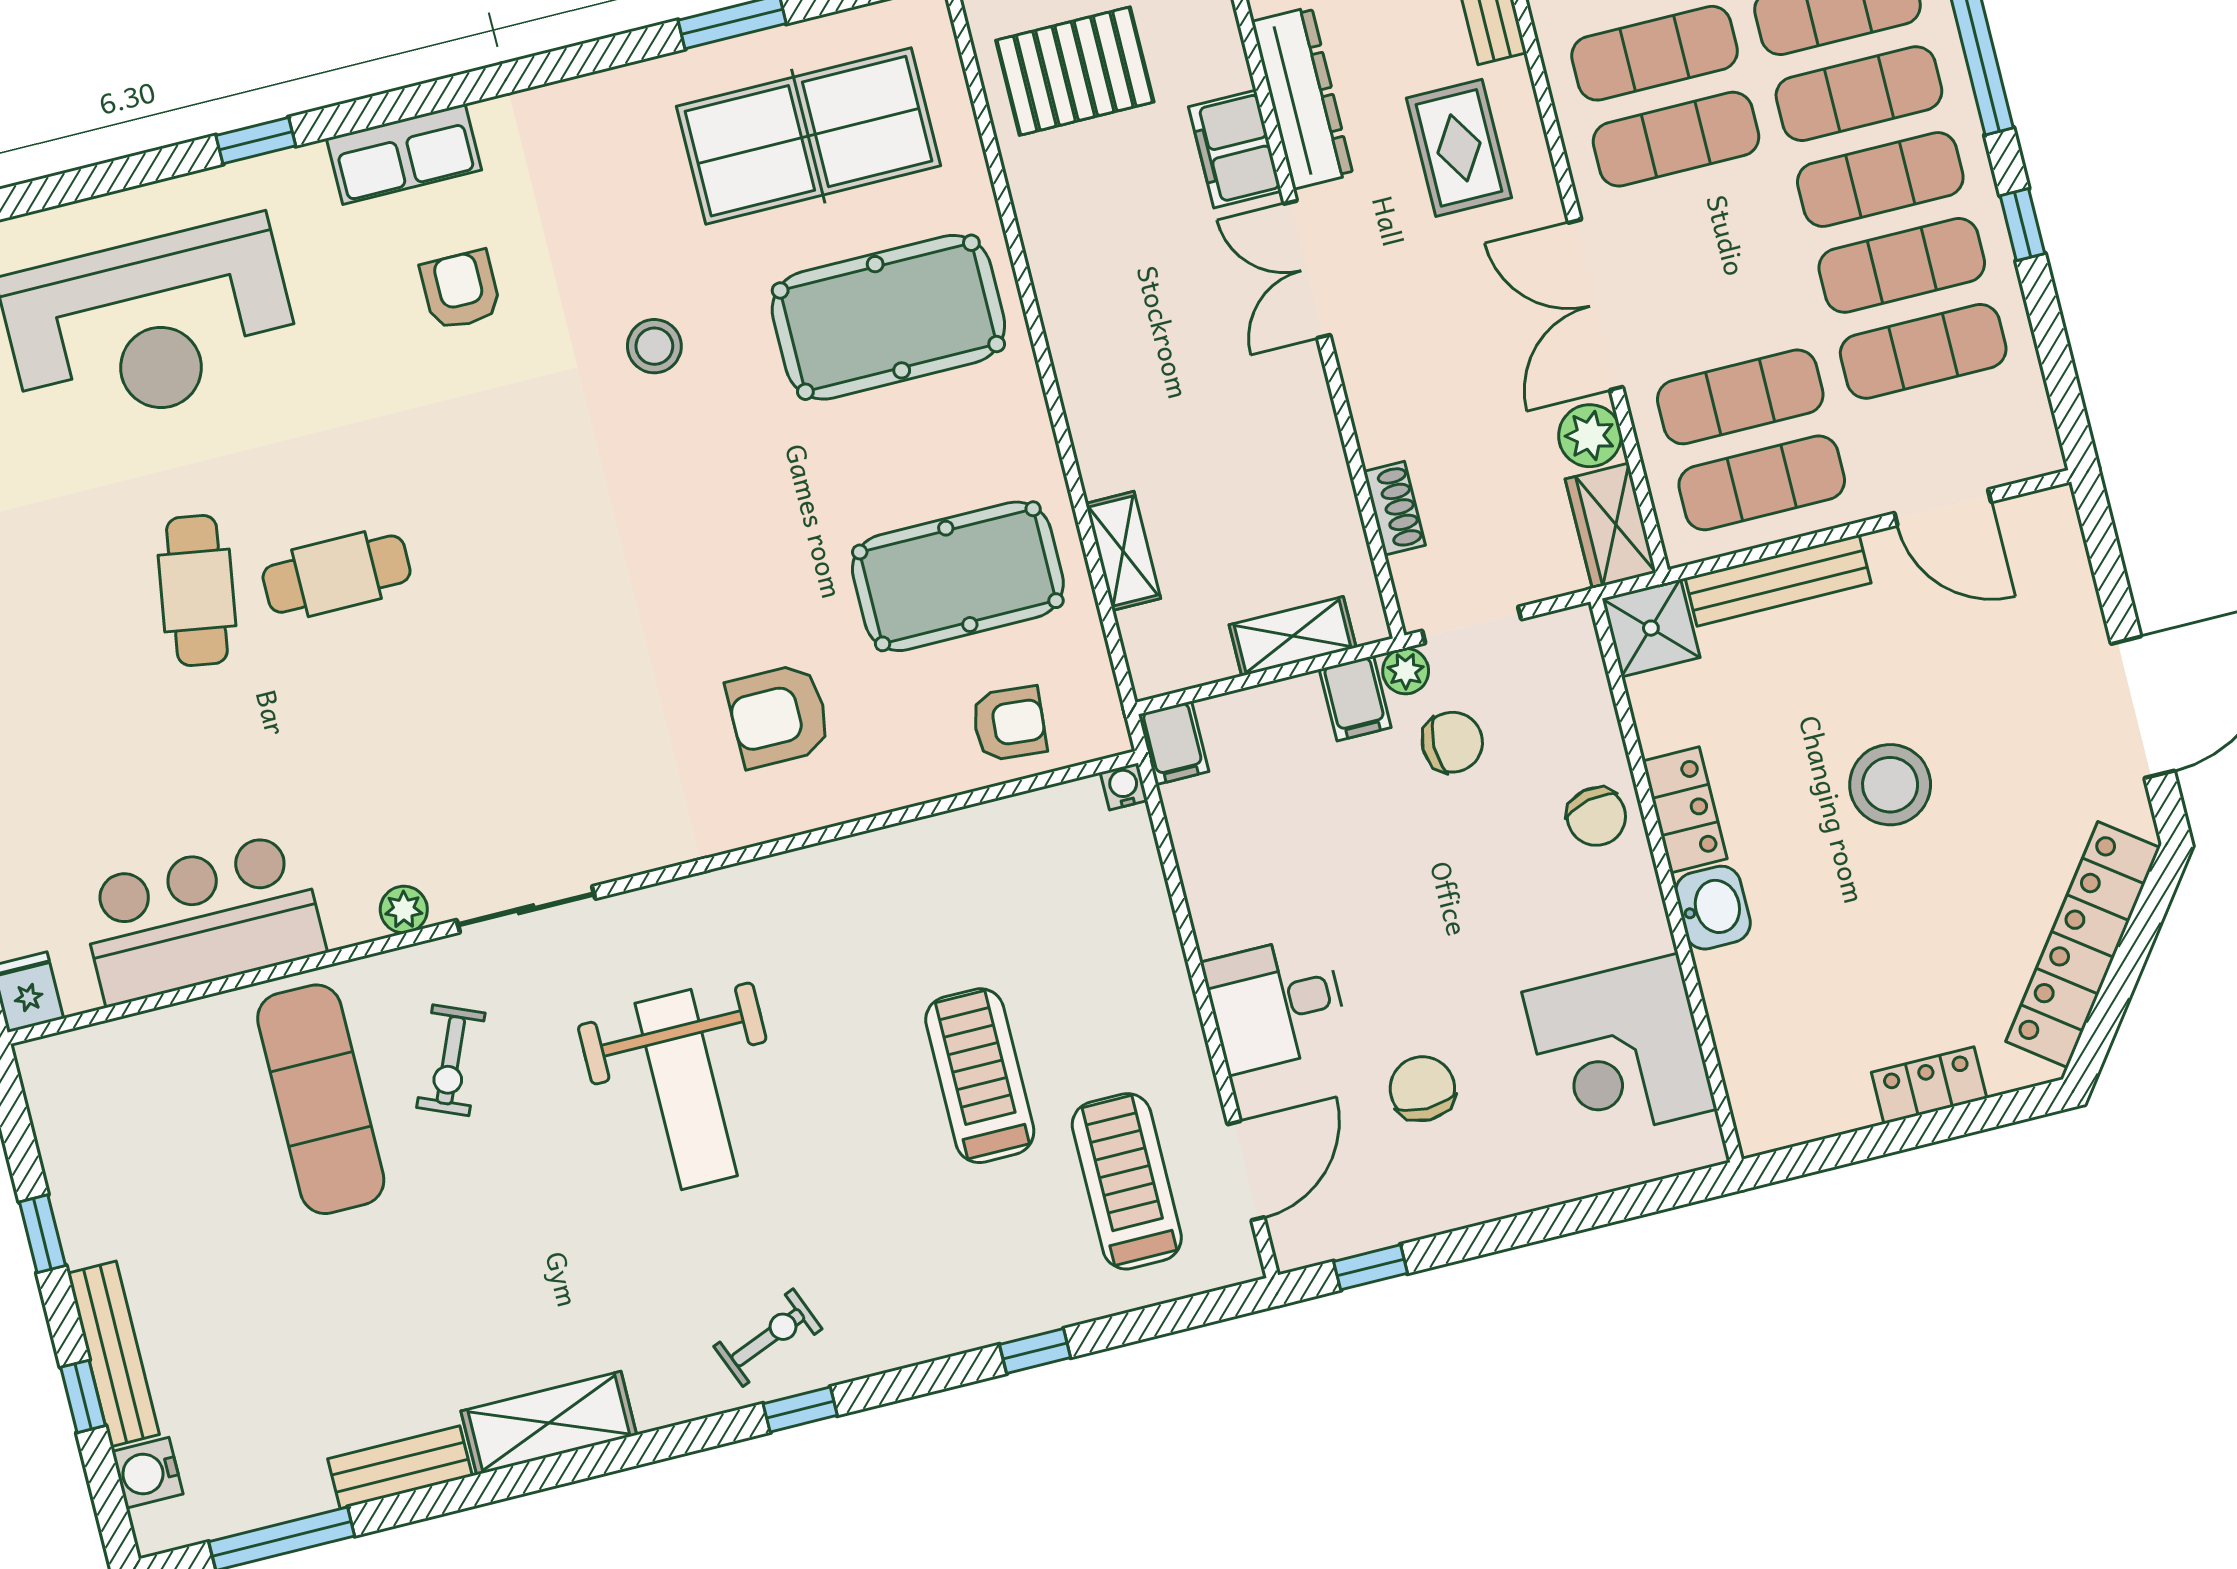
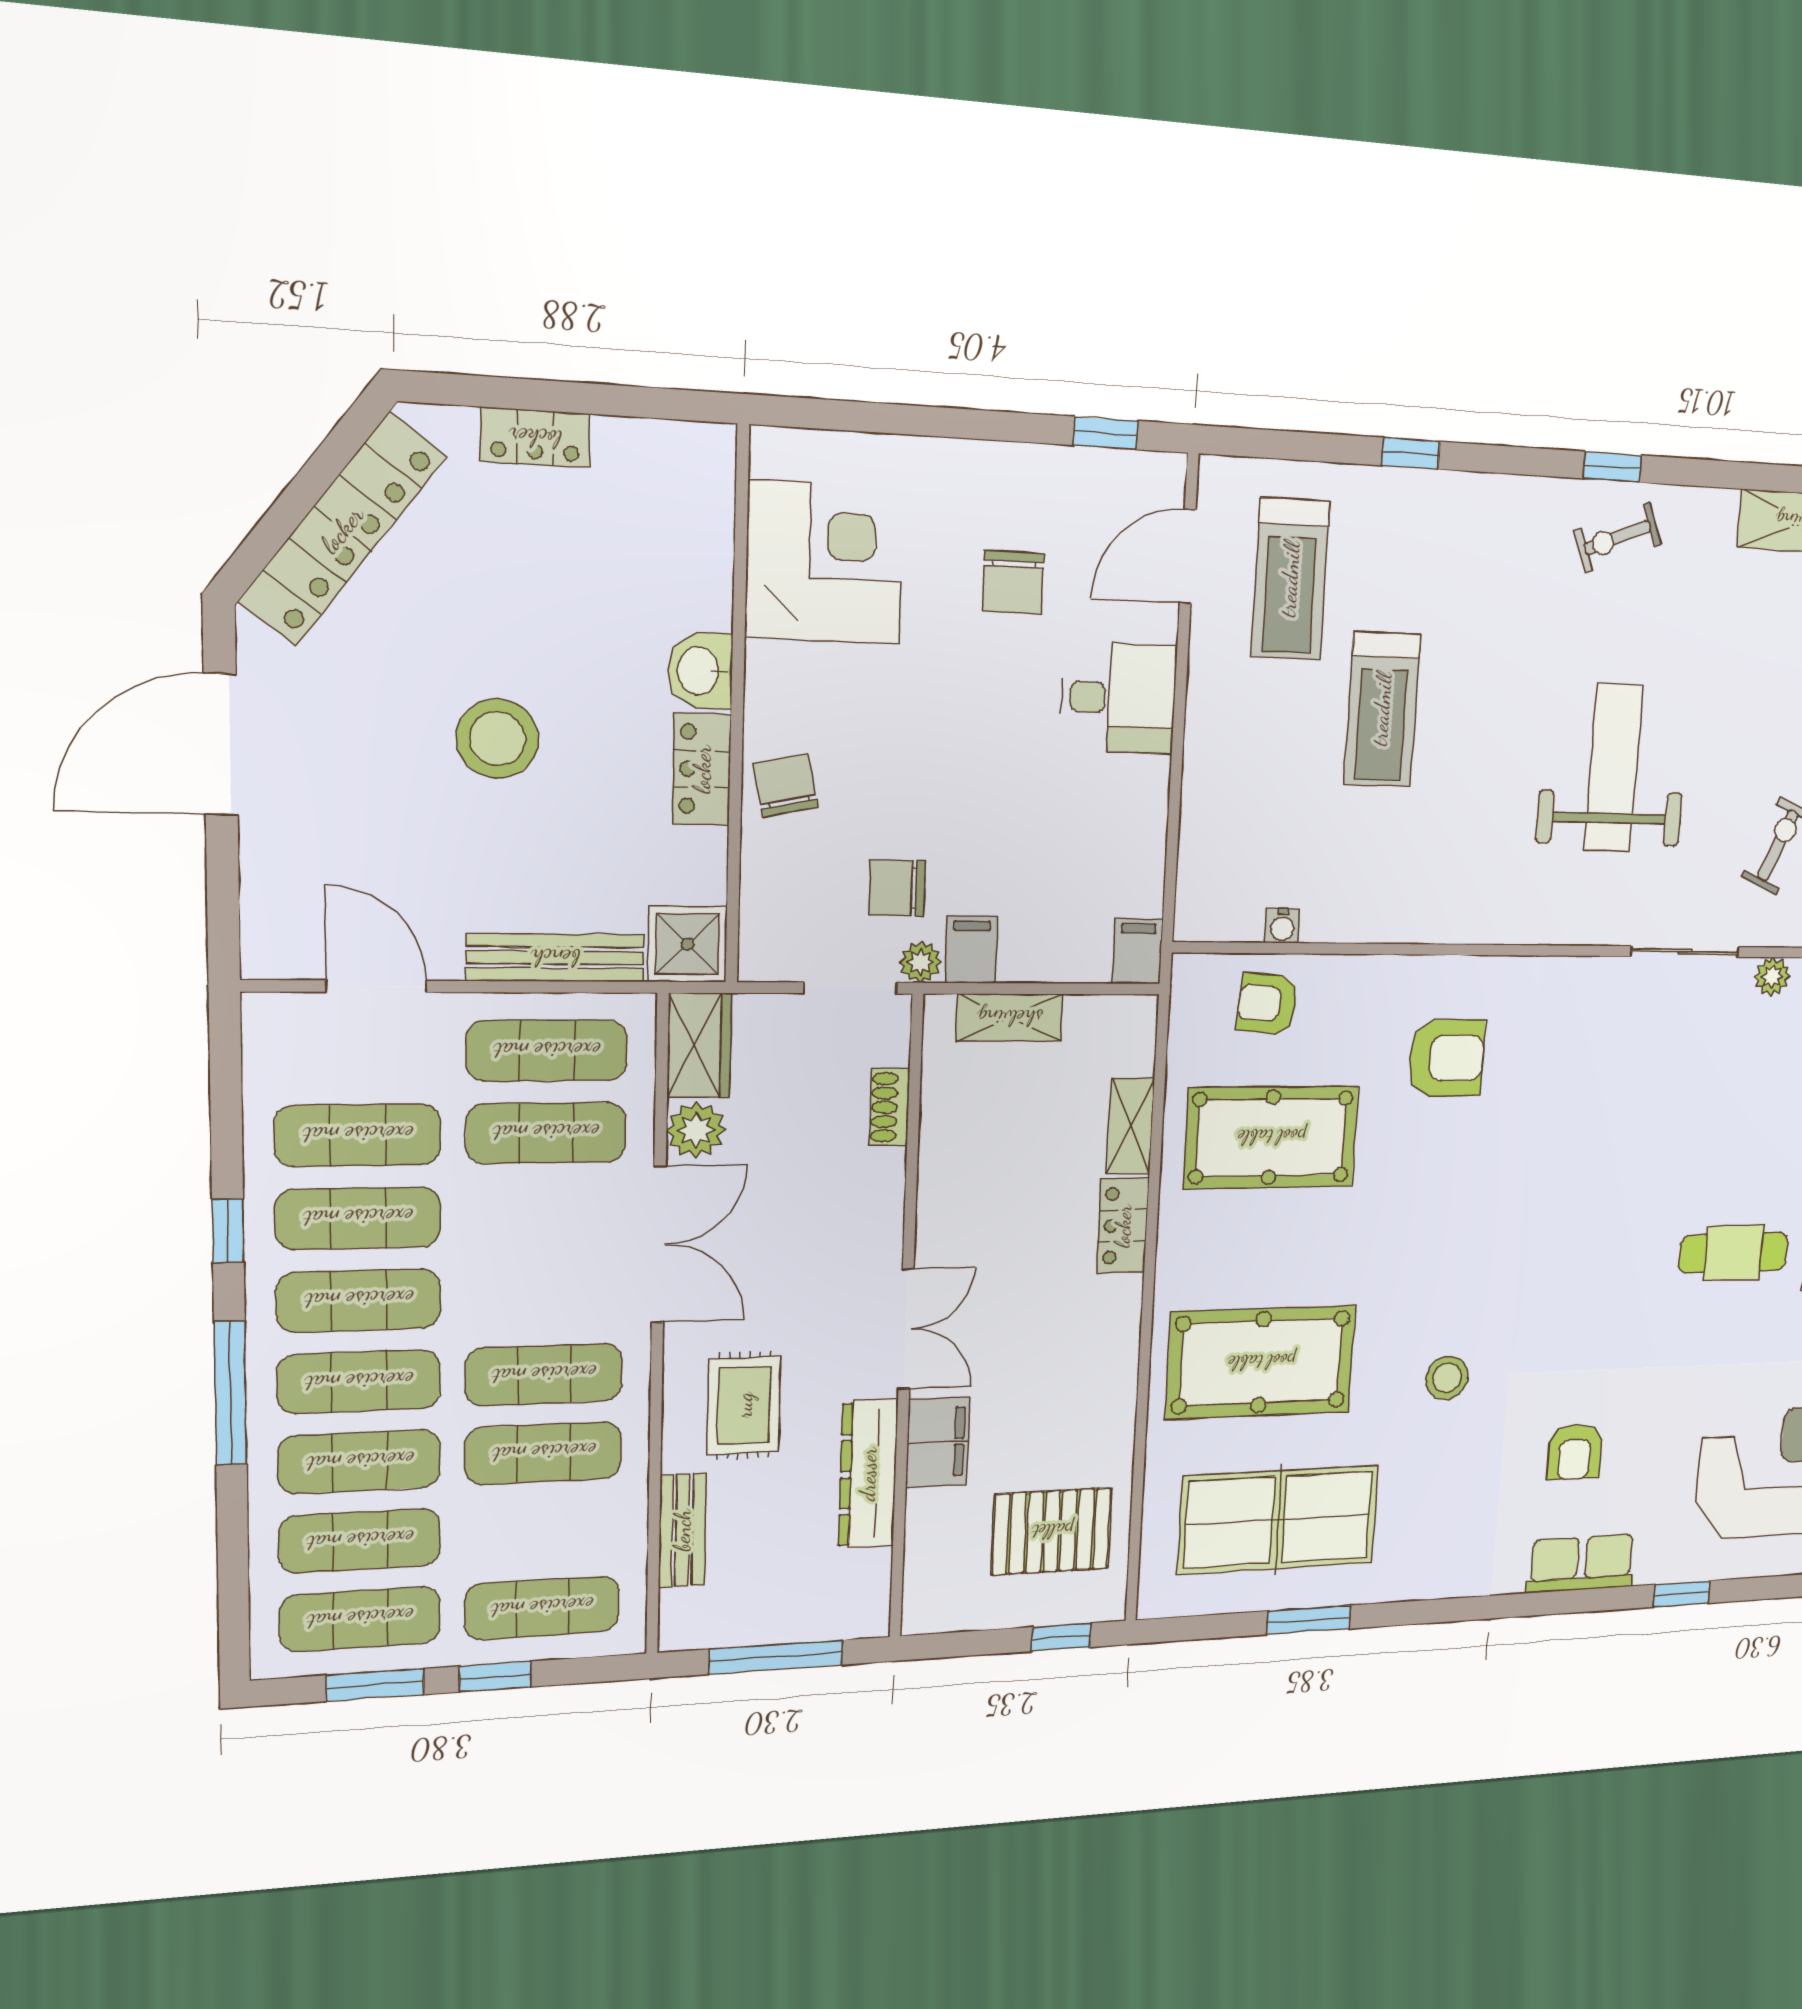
locker: (1098, 438) -> (1123, 1226), added
water cooler: (1124, 786) -> (1282, 926), moved

